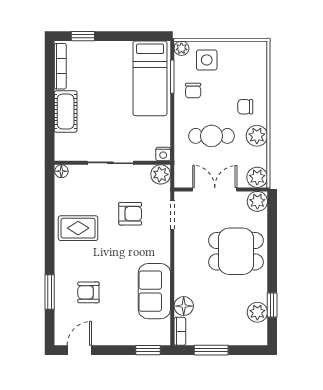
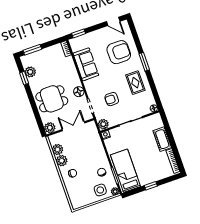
window: (83, 36) -> (151, 186), moved
cafe table: (212, 136) -> (84, 153), removed
plant: (257, 177) -> (58, 149), moved
double door: (215, 189) -> (73, 126), swing flipped
rug: (78, 228) -> (135, 83), turned 90
window: (50, 292) -> (144, 62), moved
armchair: (88, 292) -> (119, 52), width x1.88, depth x1.88
floor lamp: (184, 306) -> (79, 92), moved
door: (79, 350) -> (113, 21), hinge flipped
window: (211, 350) -> (32, 50), moved

